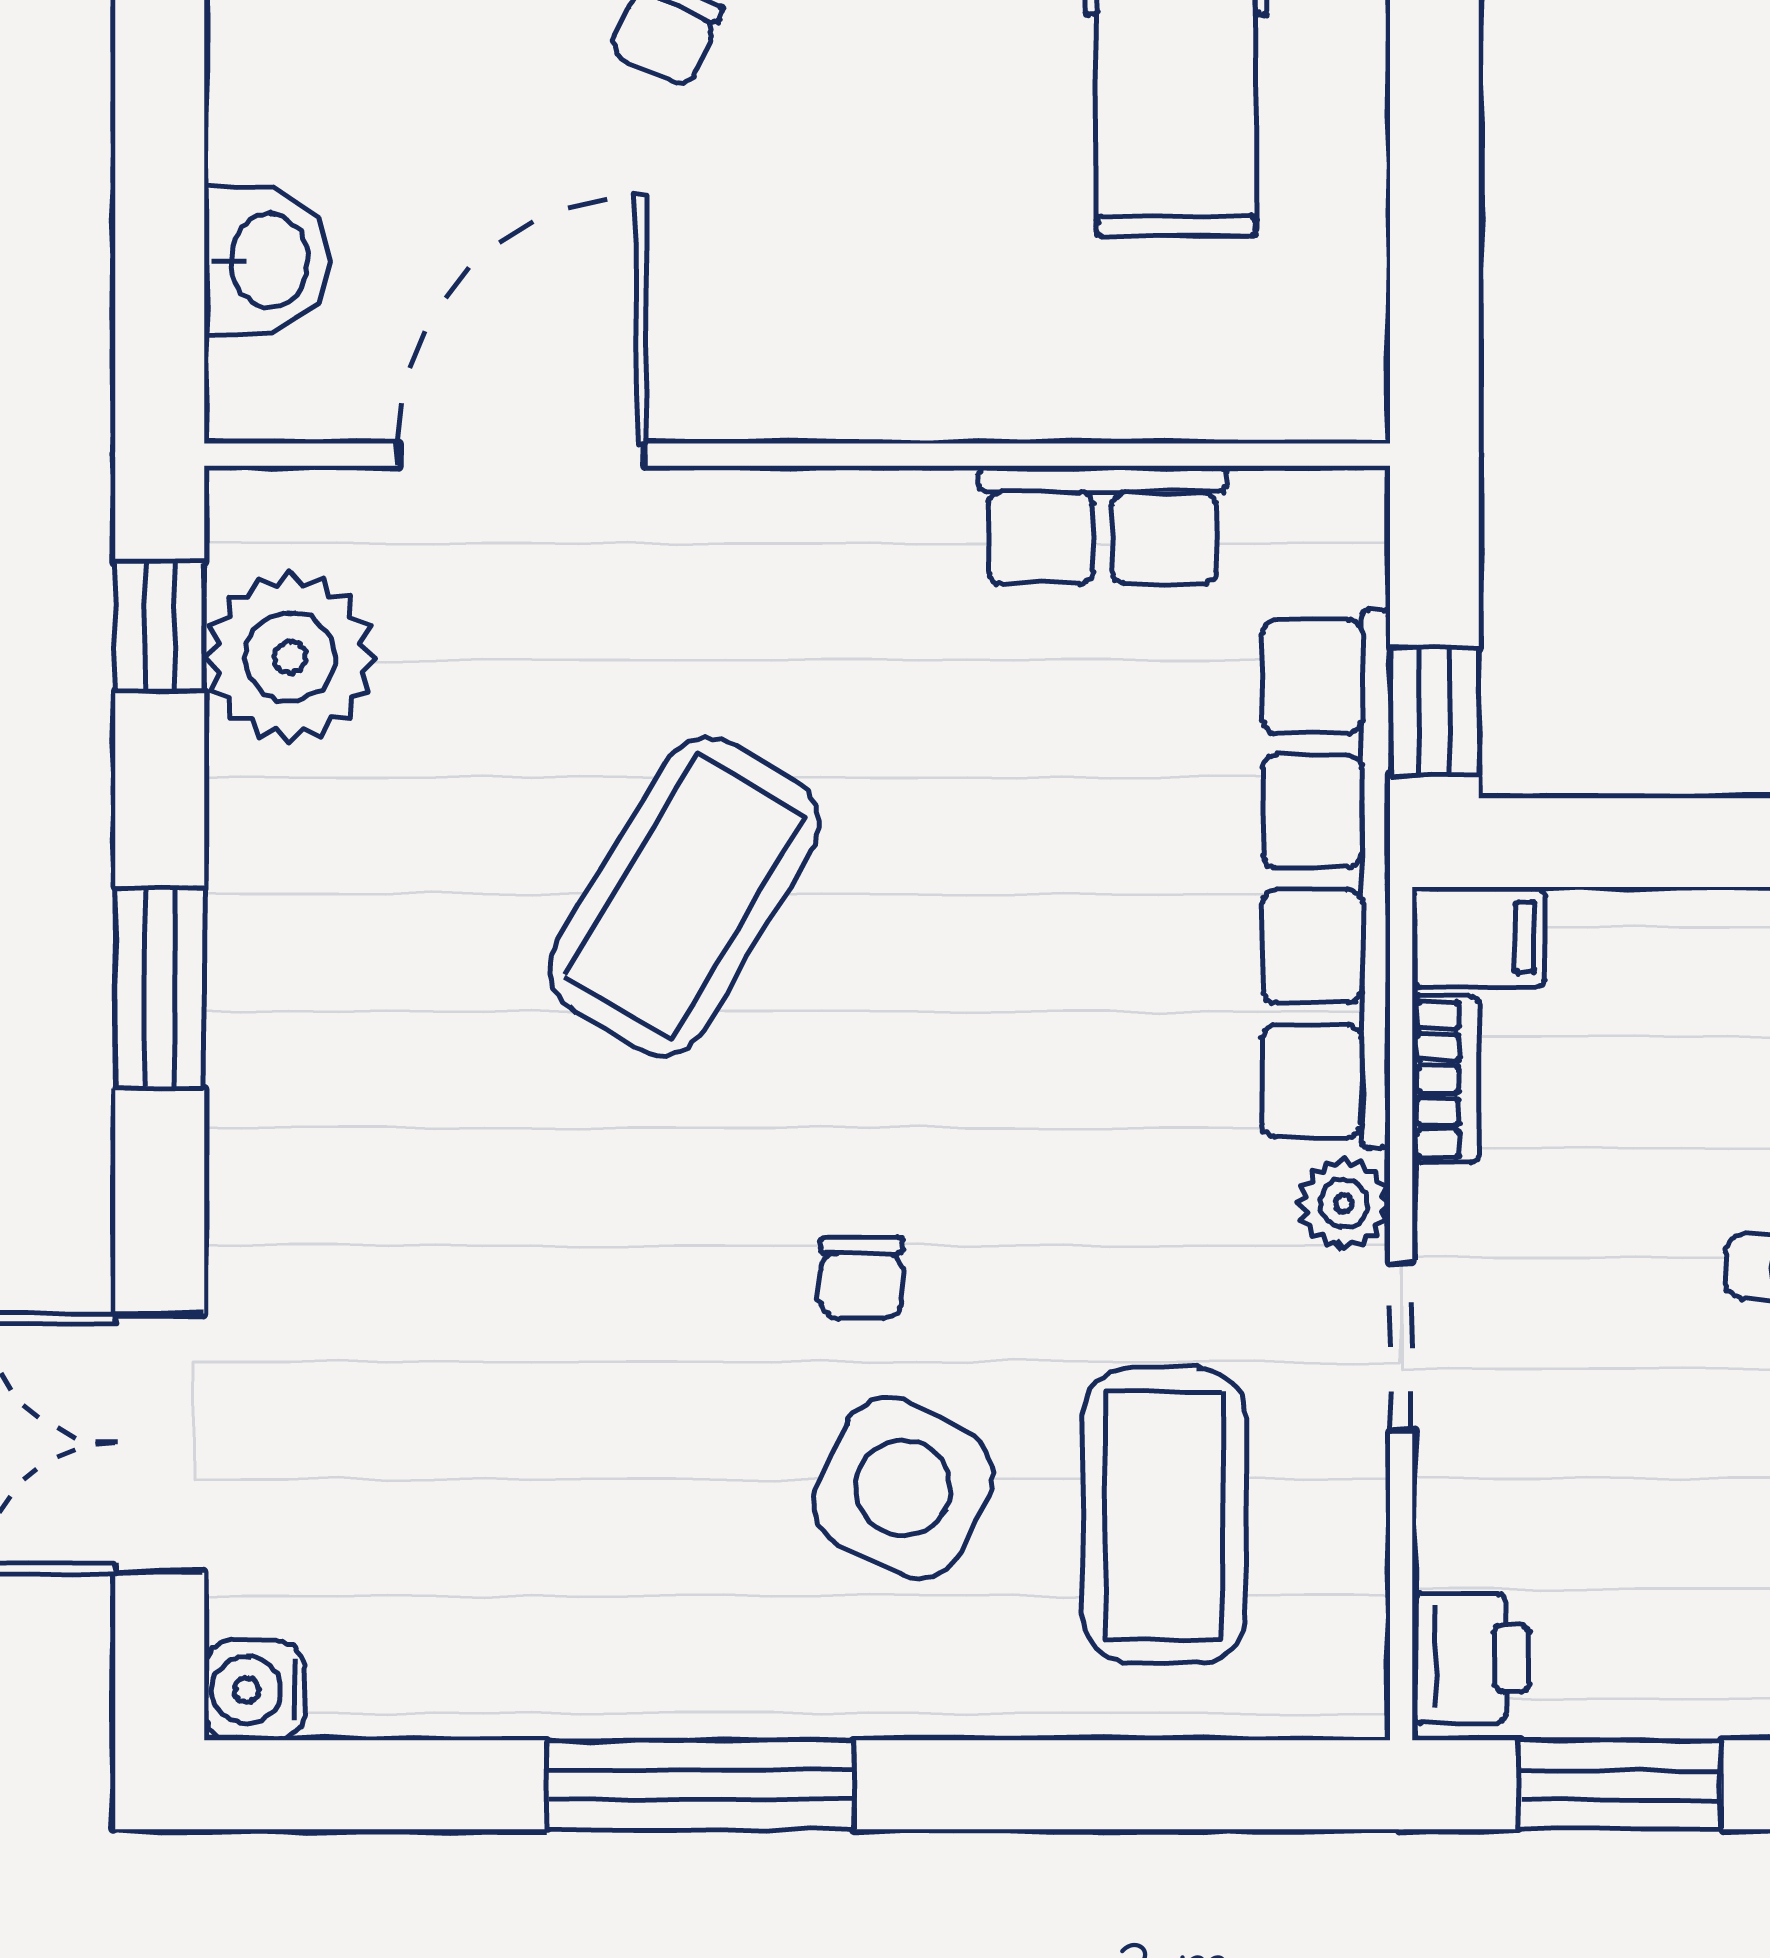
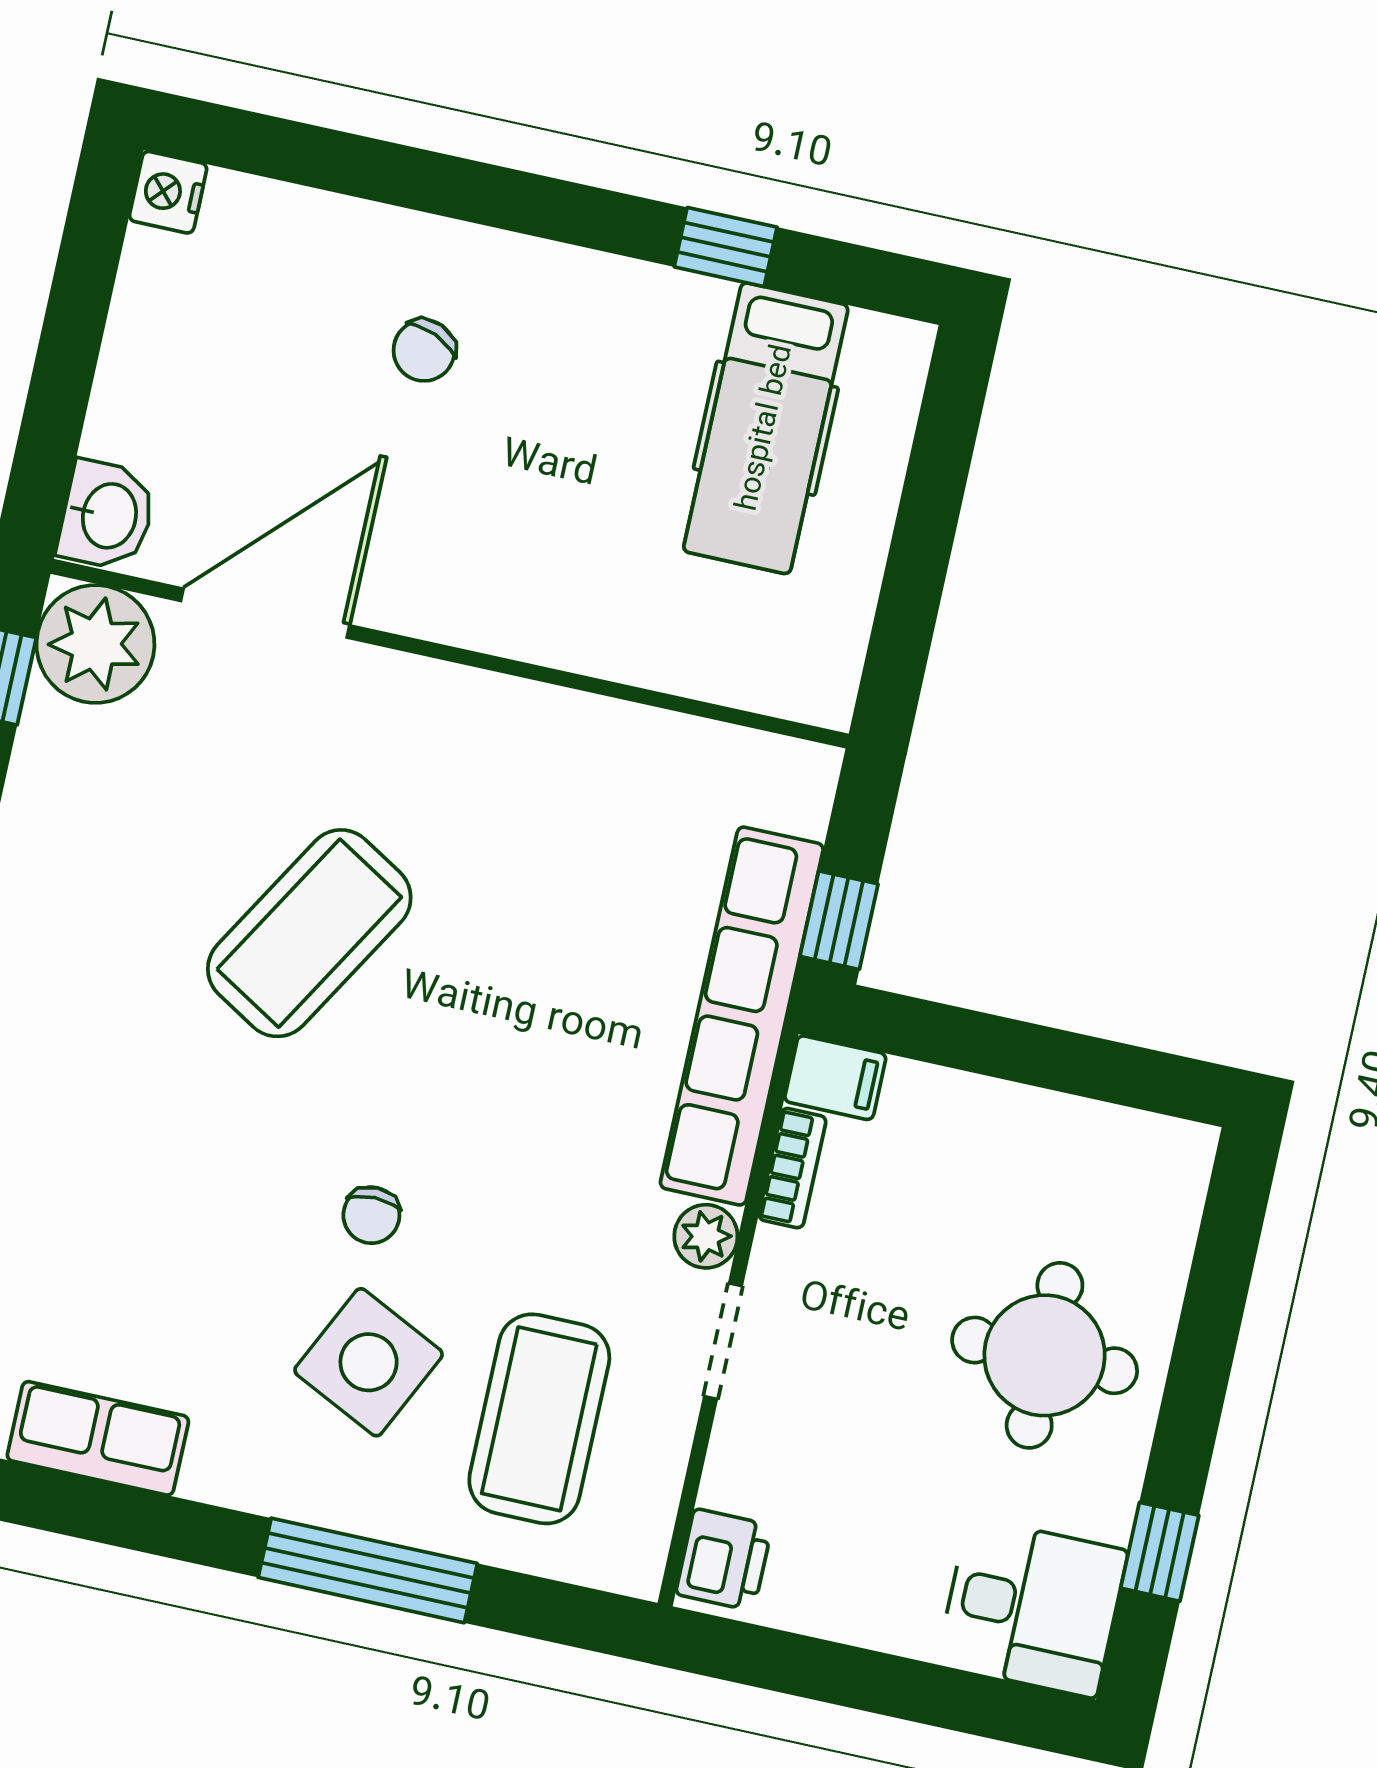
washbasin: (266, 261) -> (107, 515), moved
row of seats: (1102, 525) -> (98, 1438), moved, turned 180
plant: (290, 658) -> (95, 644), moved
window: (700, 1785) -> (368, 1570), moved
window: (1620, 1785) -> (805, 1667), removed

